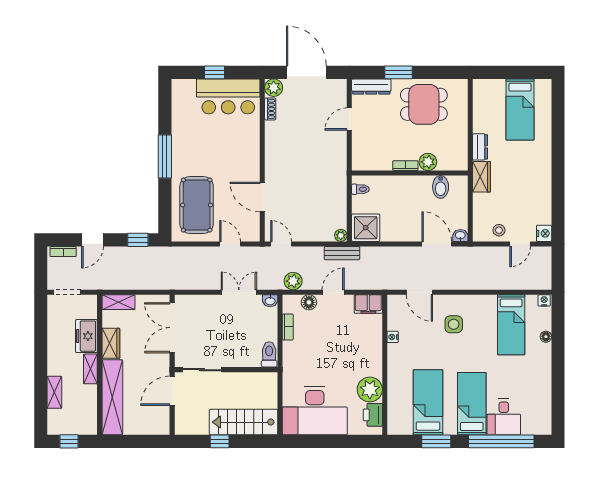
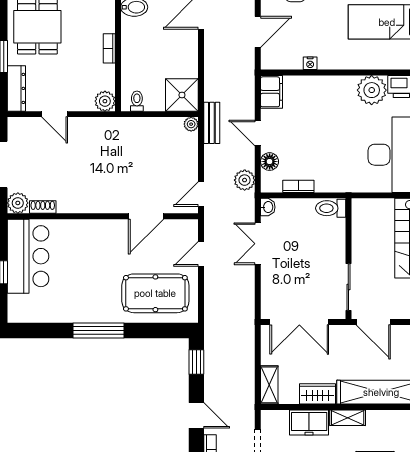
plant: (428, 162) -> (105, 101), moved

